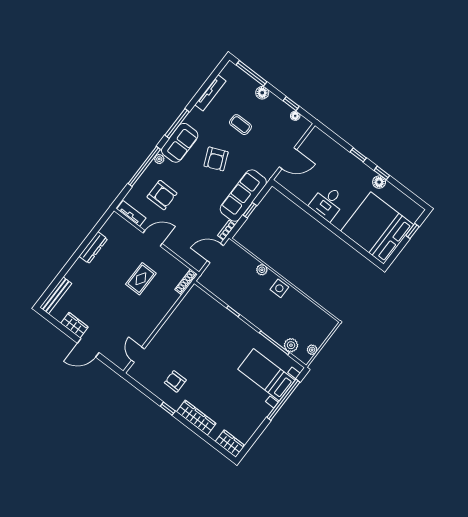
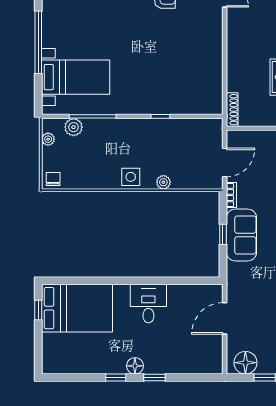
floor lamp: (295, 116) -> (245, 363), width x1.89, depth x1.89
floor lamp: (379, 182) -> (135, 366), moved
sofa: (243, 196) -> (241, 235), width x0.73
bed: (377, 228) -> (77, 308), width x0.73
window: (412, 231) -> (38, 310), moved
chair: (328, 323) -> (53, 179), added
window: (283, 400) -> (38, 42), moved

